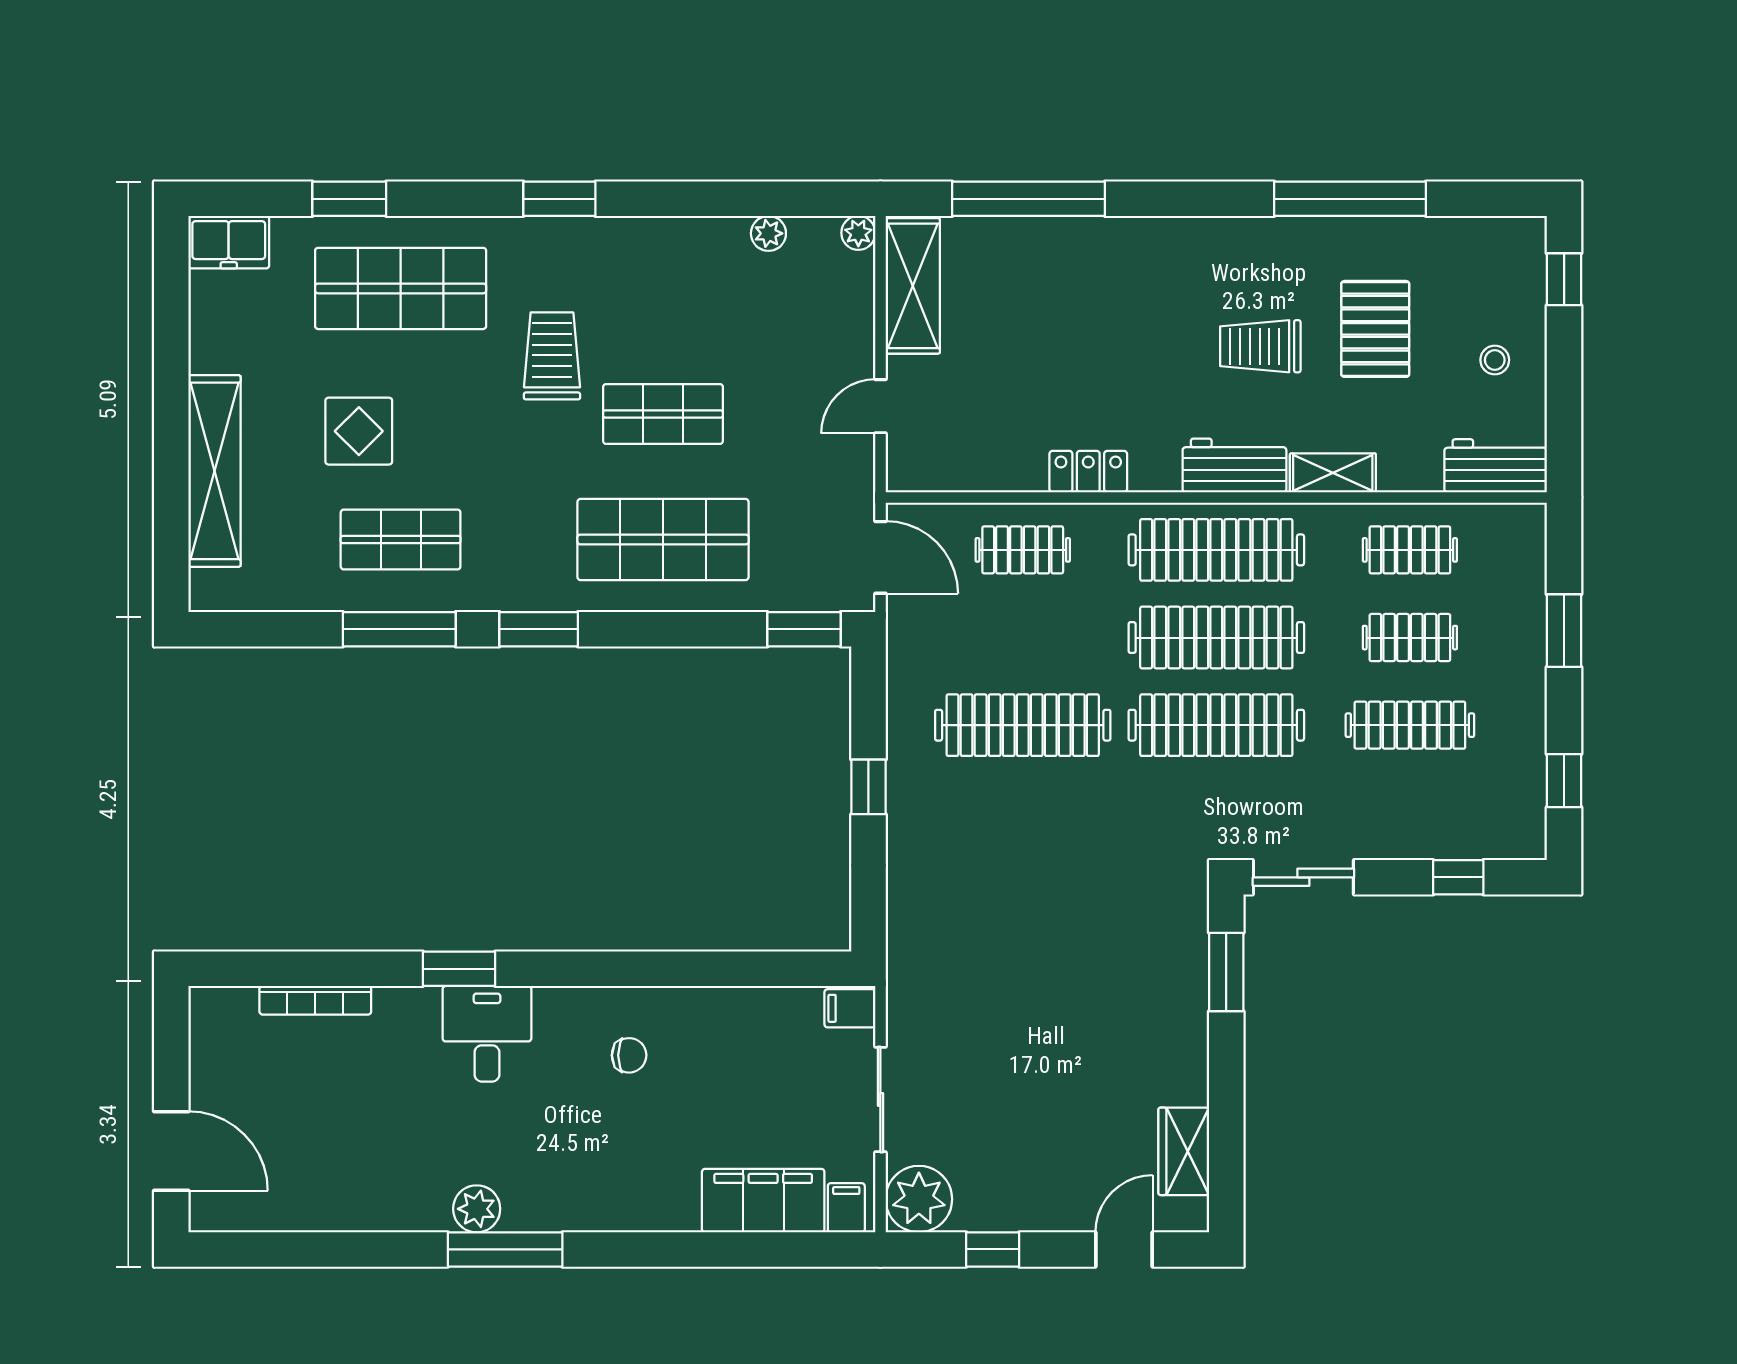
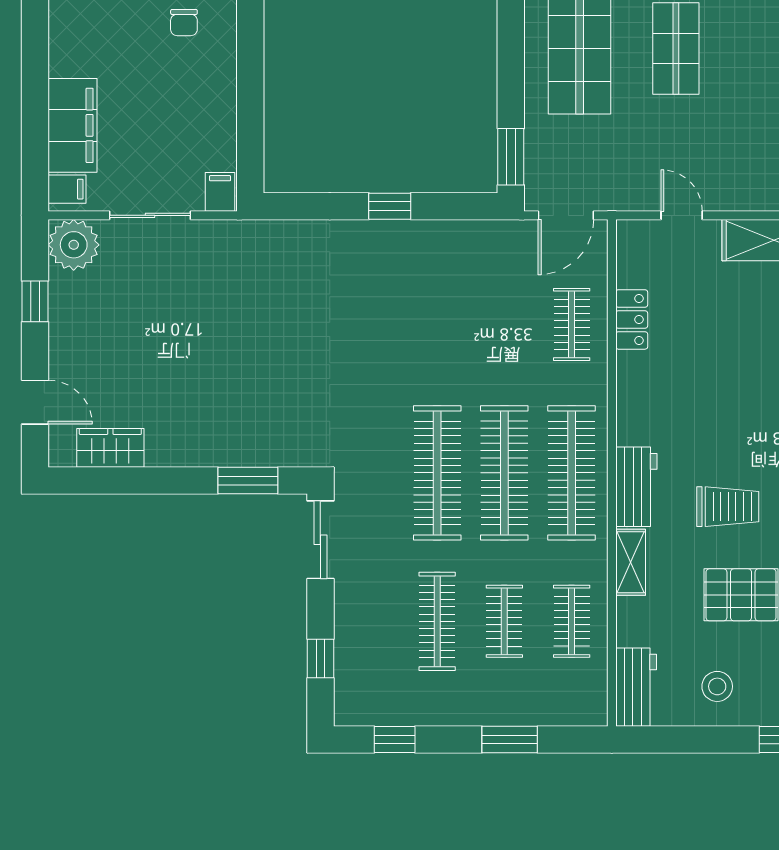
trolley: (1260, 346) -> (728, 507), turned 90
stool: (1495, 360) -> (717, 686), width x1.37, depth x1.37
locker: (1088, 472) -> (632, 319), moved
clothes rail: (1023, 725) -> (437, 324), removed

